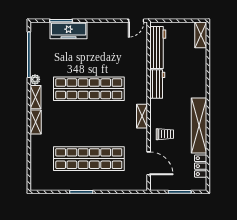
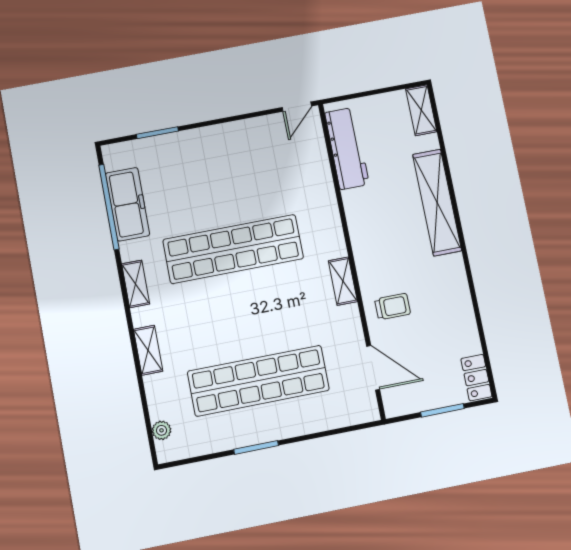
freezer: (69, 30) -> (128, 204), moved, turned -90
plant: (35, 79) -> (162, 430), moved
workbench: (157, 84) -> (359, 216), removed
shelving: (36, 122) -> (148, 350), moved
shelving: (199, 126) -> (437, 203), moved
locker: (201, 166) -> (476, 378), moved

